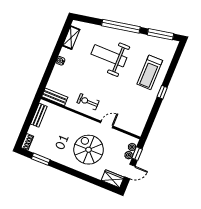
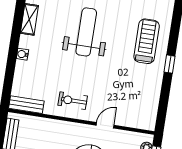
weight bench: (109, 56) -> (86, 32), turned 90
treadmill: (150, 72) -> (147, 41), turned 180

